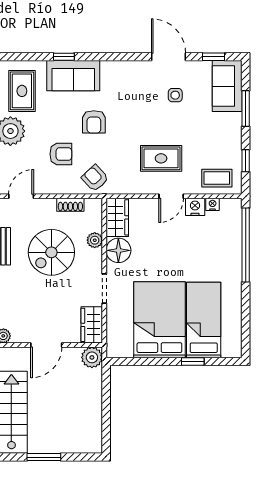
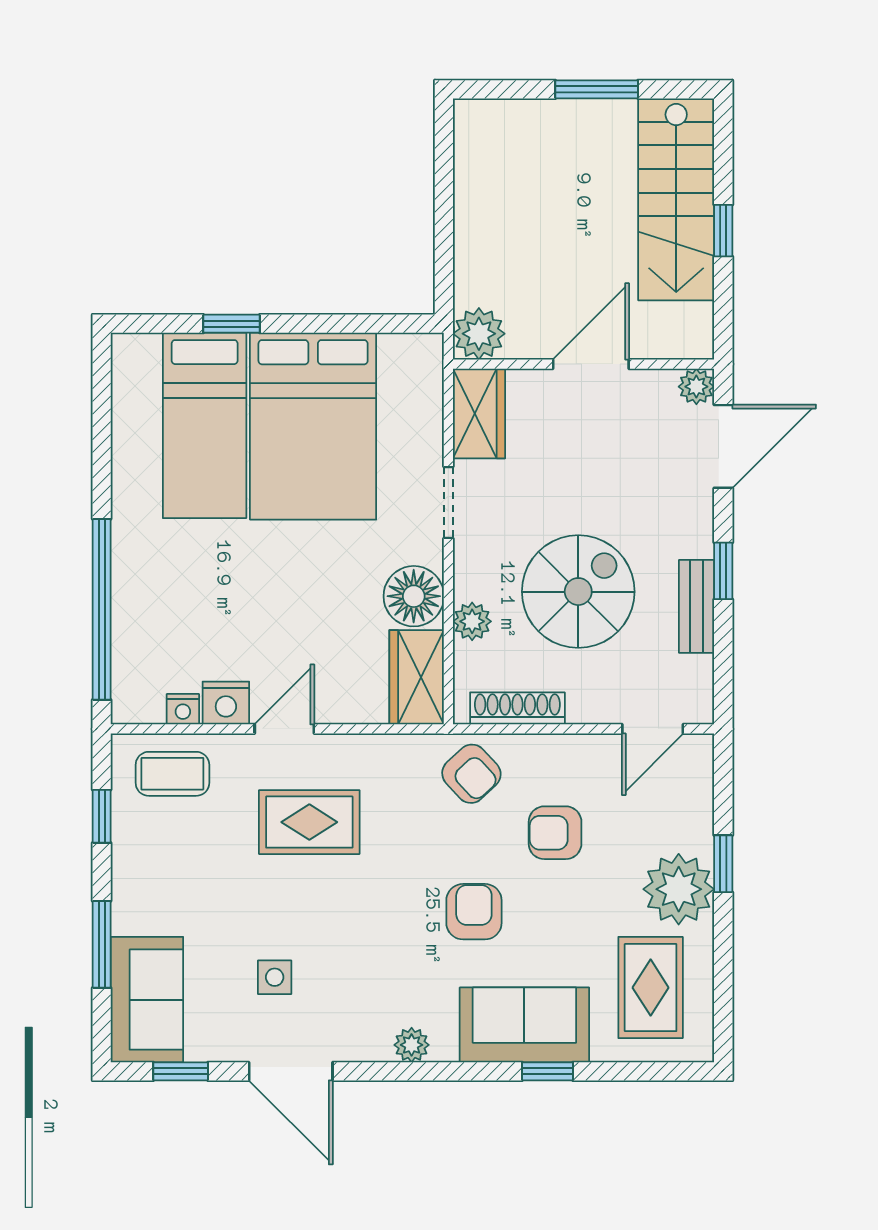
plant: (119, 68) -> (412, 1045), added
shoe rack: (70, 205) -> (517, 708), width x1.43

